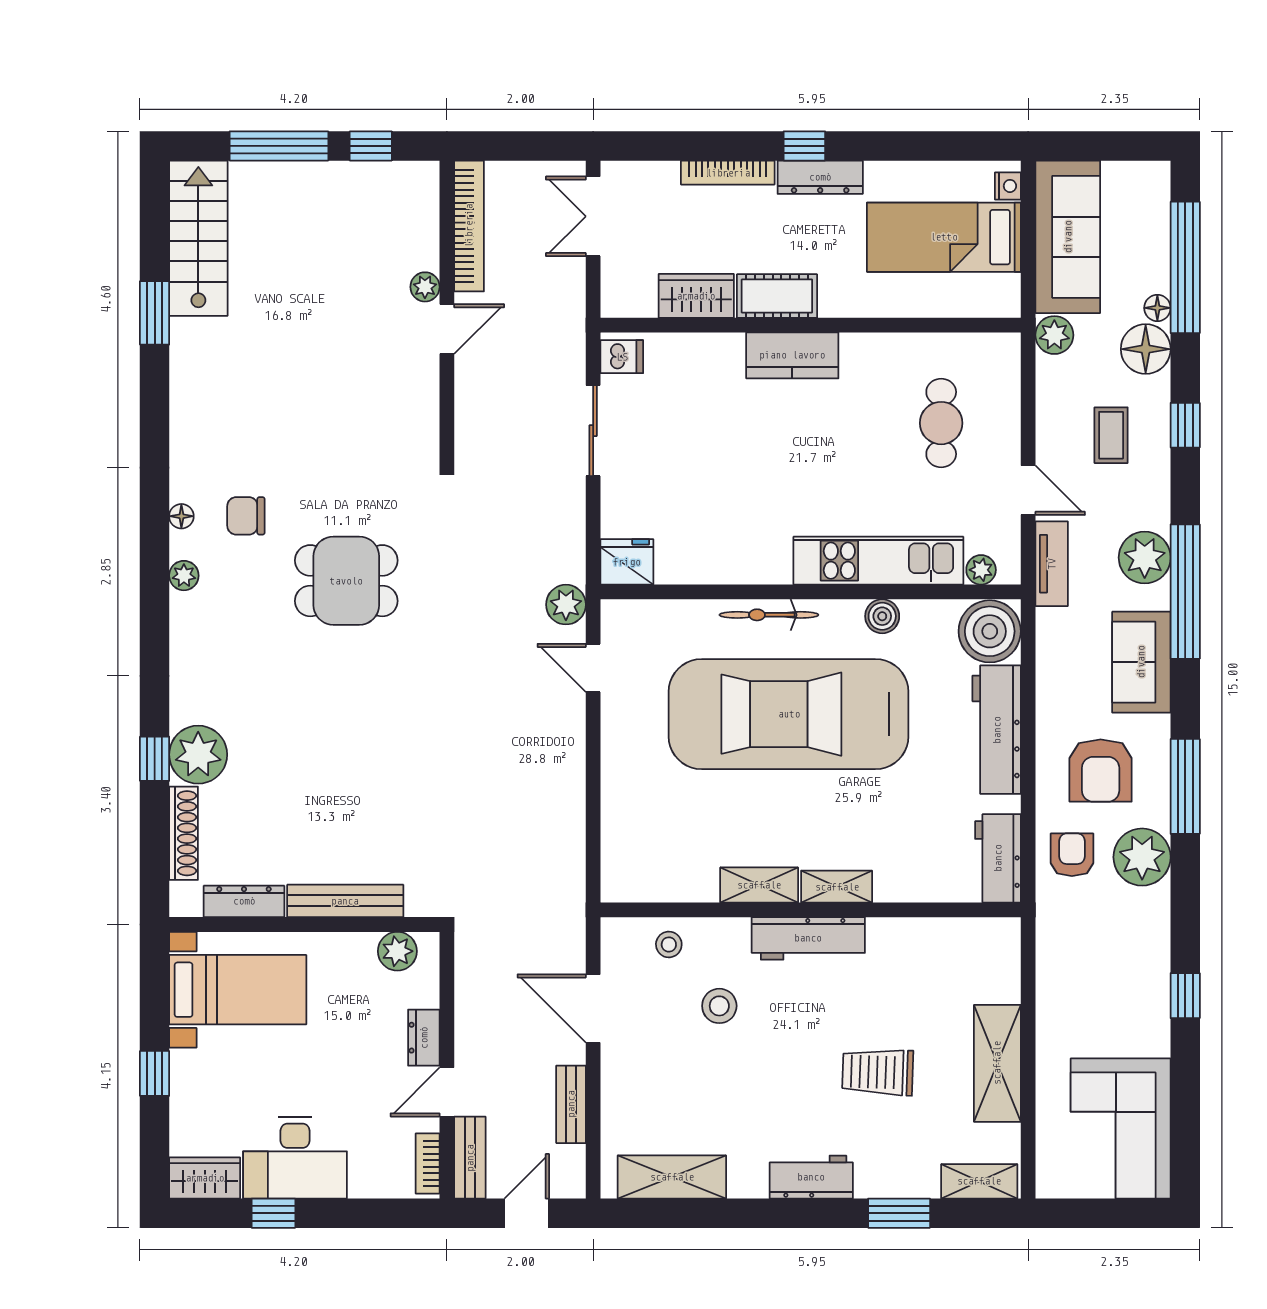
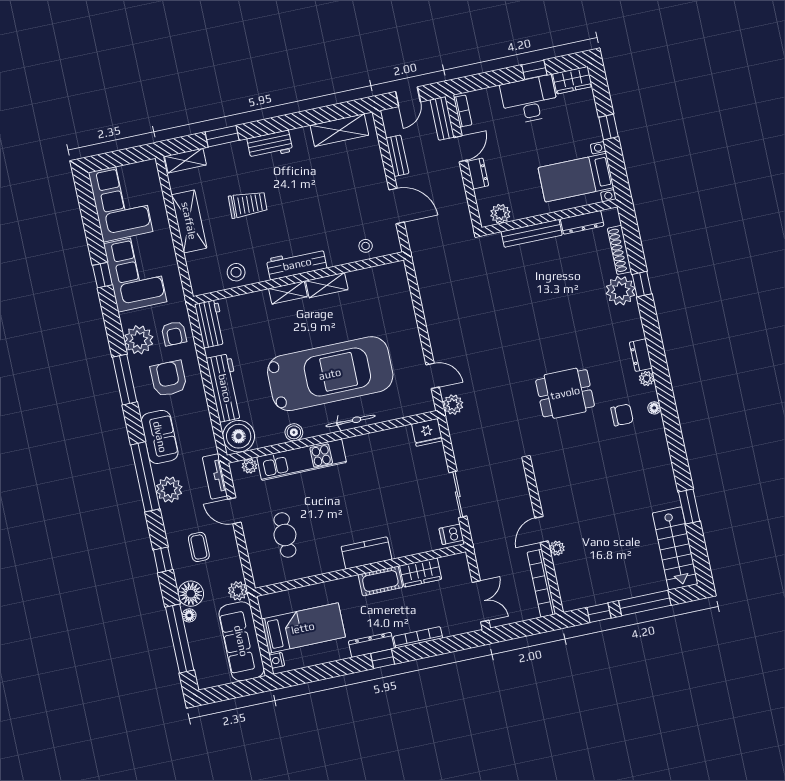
dresser: (186, 623) -> (641, 355), added
corner sofa: (1122, 987) -> (135, 273), added
stool: (719, 1006) -> (236, 272), moved

